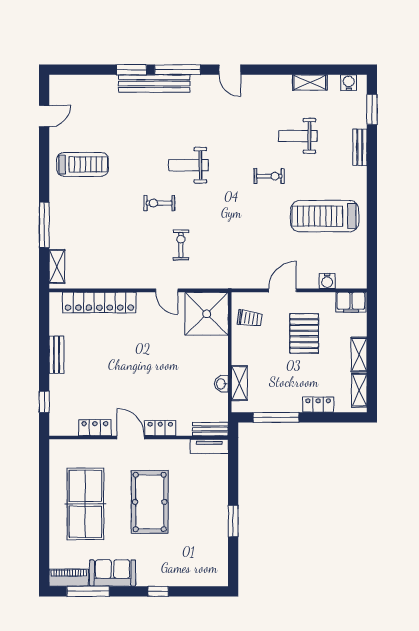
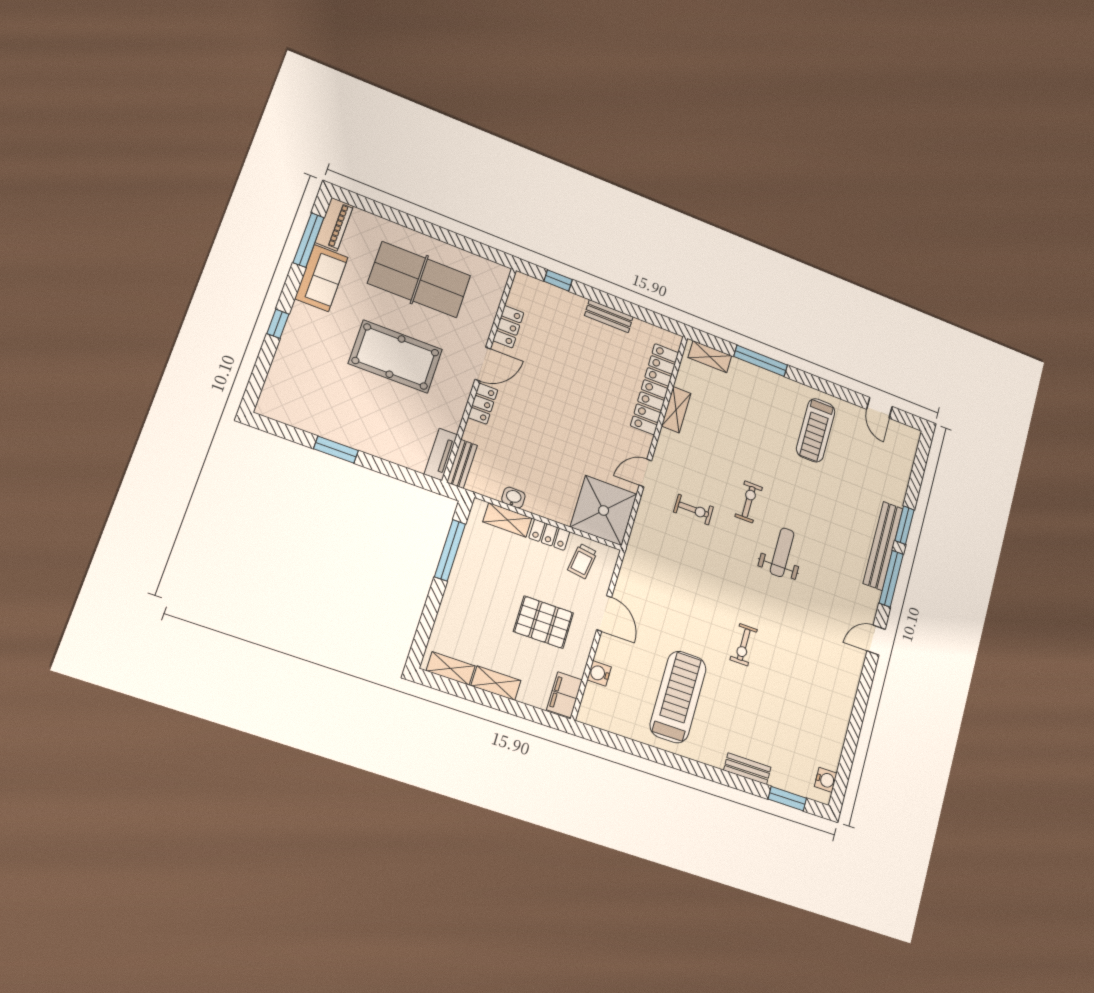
shelving: (310, 82) -> (676, 410), moved
weight bench: (298, 136) -> (781, 696), removed
locker: (318, 405) -> (549, 535), moved, turned 90

